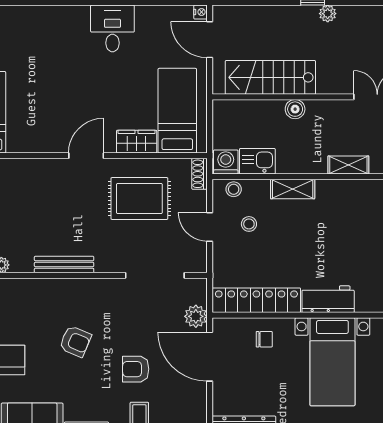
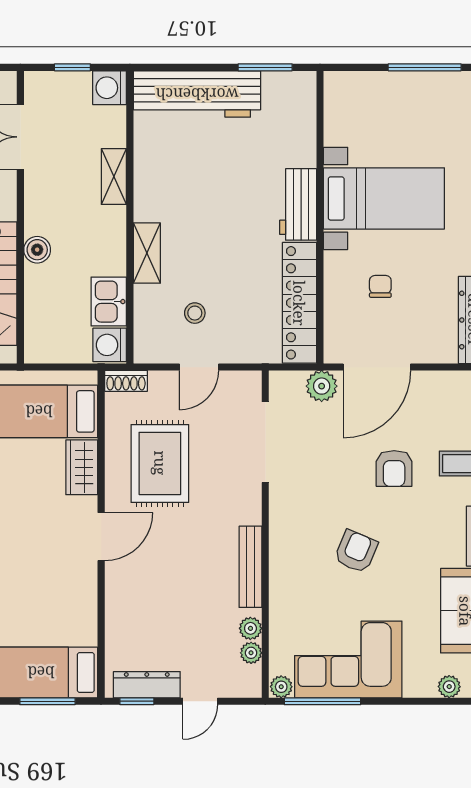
door: (86, 156) -> (101, 537), swing flipped
stool: (234, 189) -> (147, 334), removed
plant: (19, 265) -> (250, 628), added
chair: (264, 339) -> (380, 286), moved

